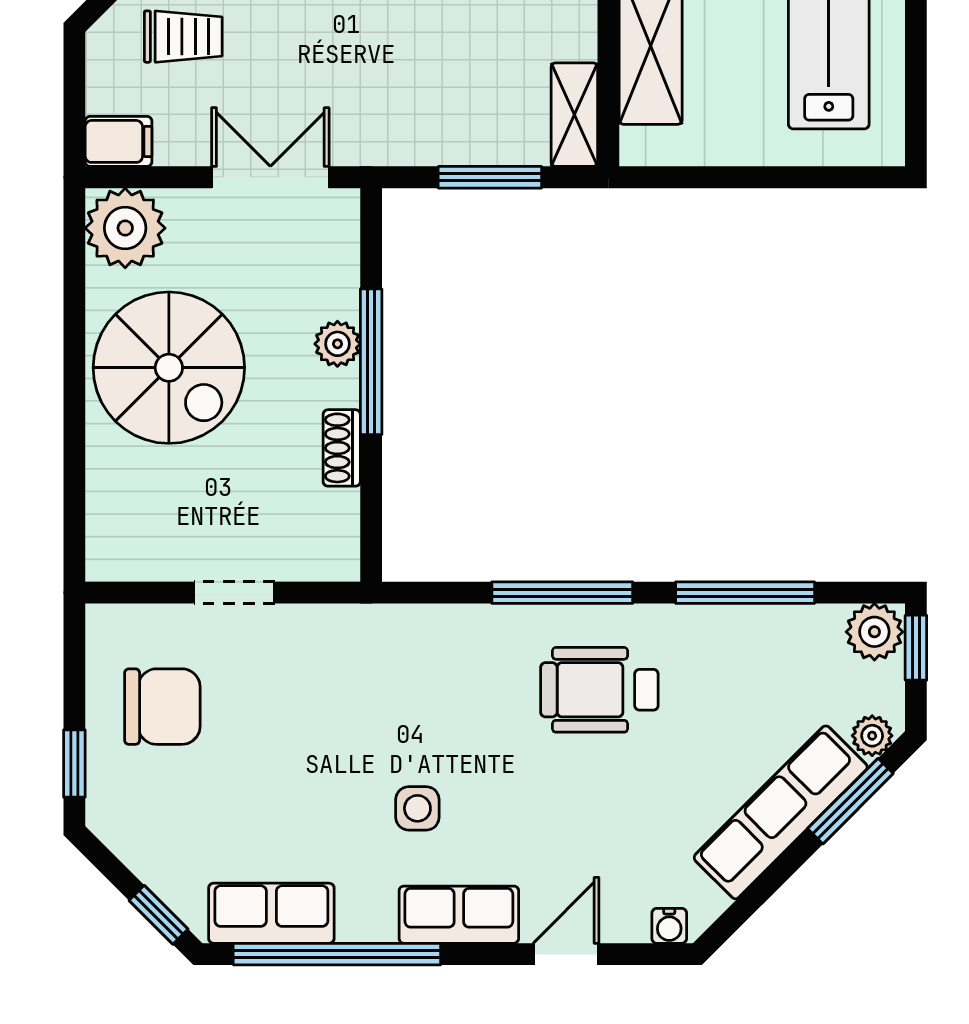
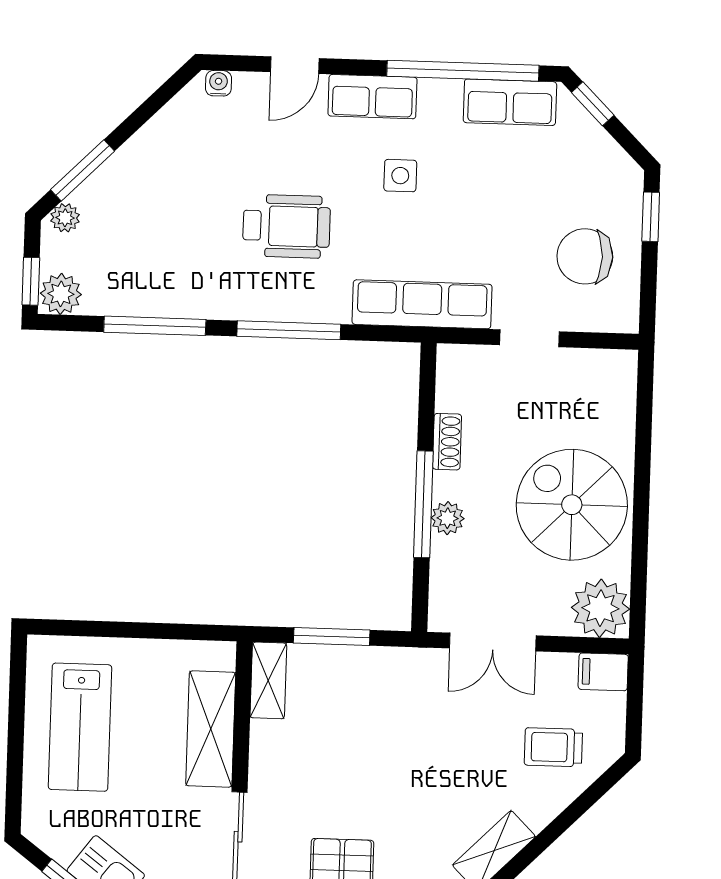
wheelchair: (599, 690) -> (286, 226), moved
row of seats: (781, 812) -> (422, 304), moved, turned -135

